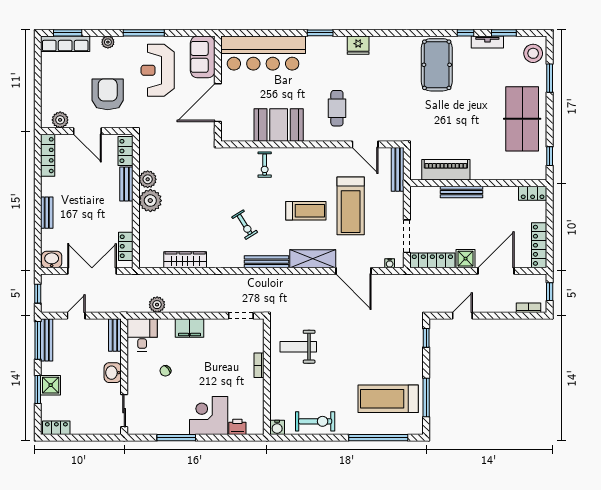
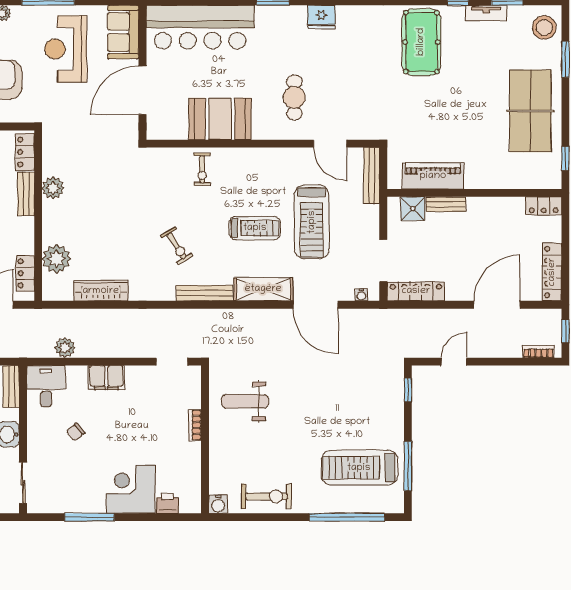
bench: (462, 192) -> (446, 204), width x0.73
plant: (150, 201) -> (56, 259), moved
shower: (465, 259) -> (413, 209), moved

